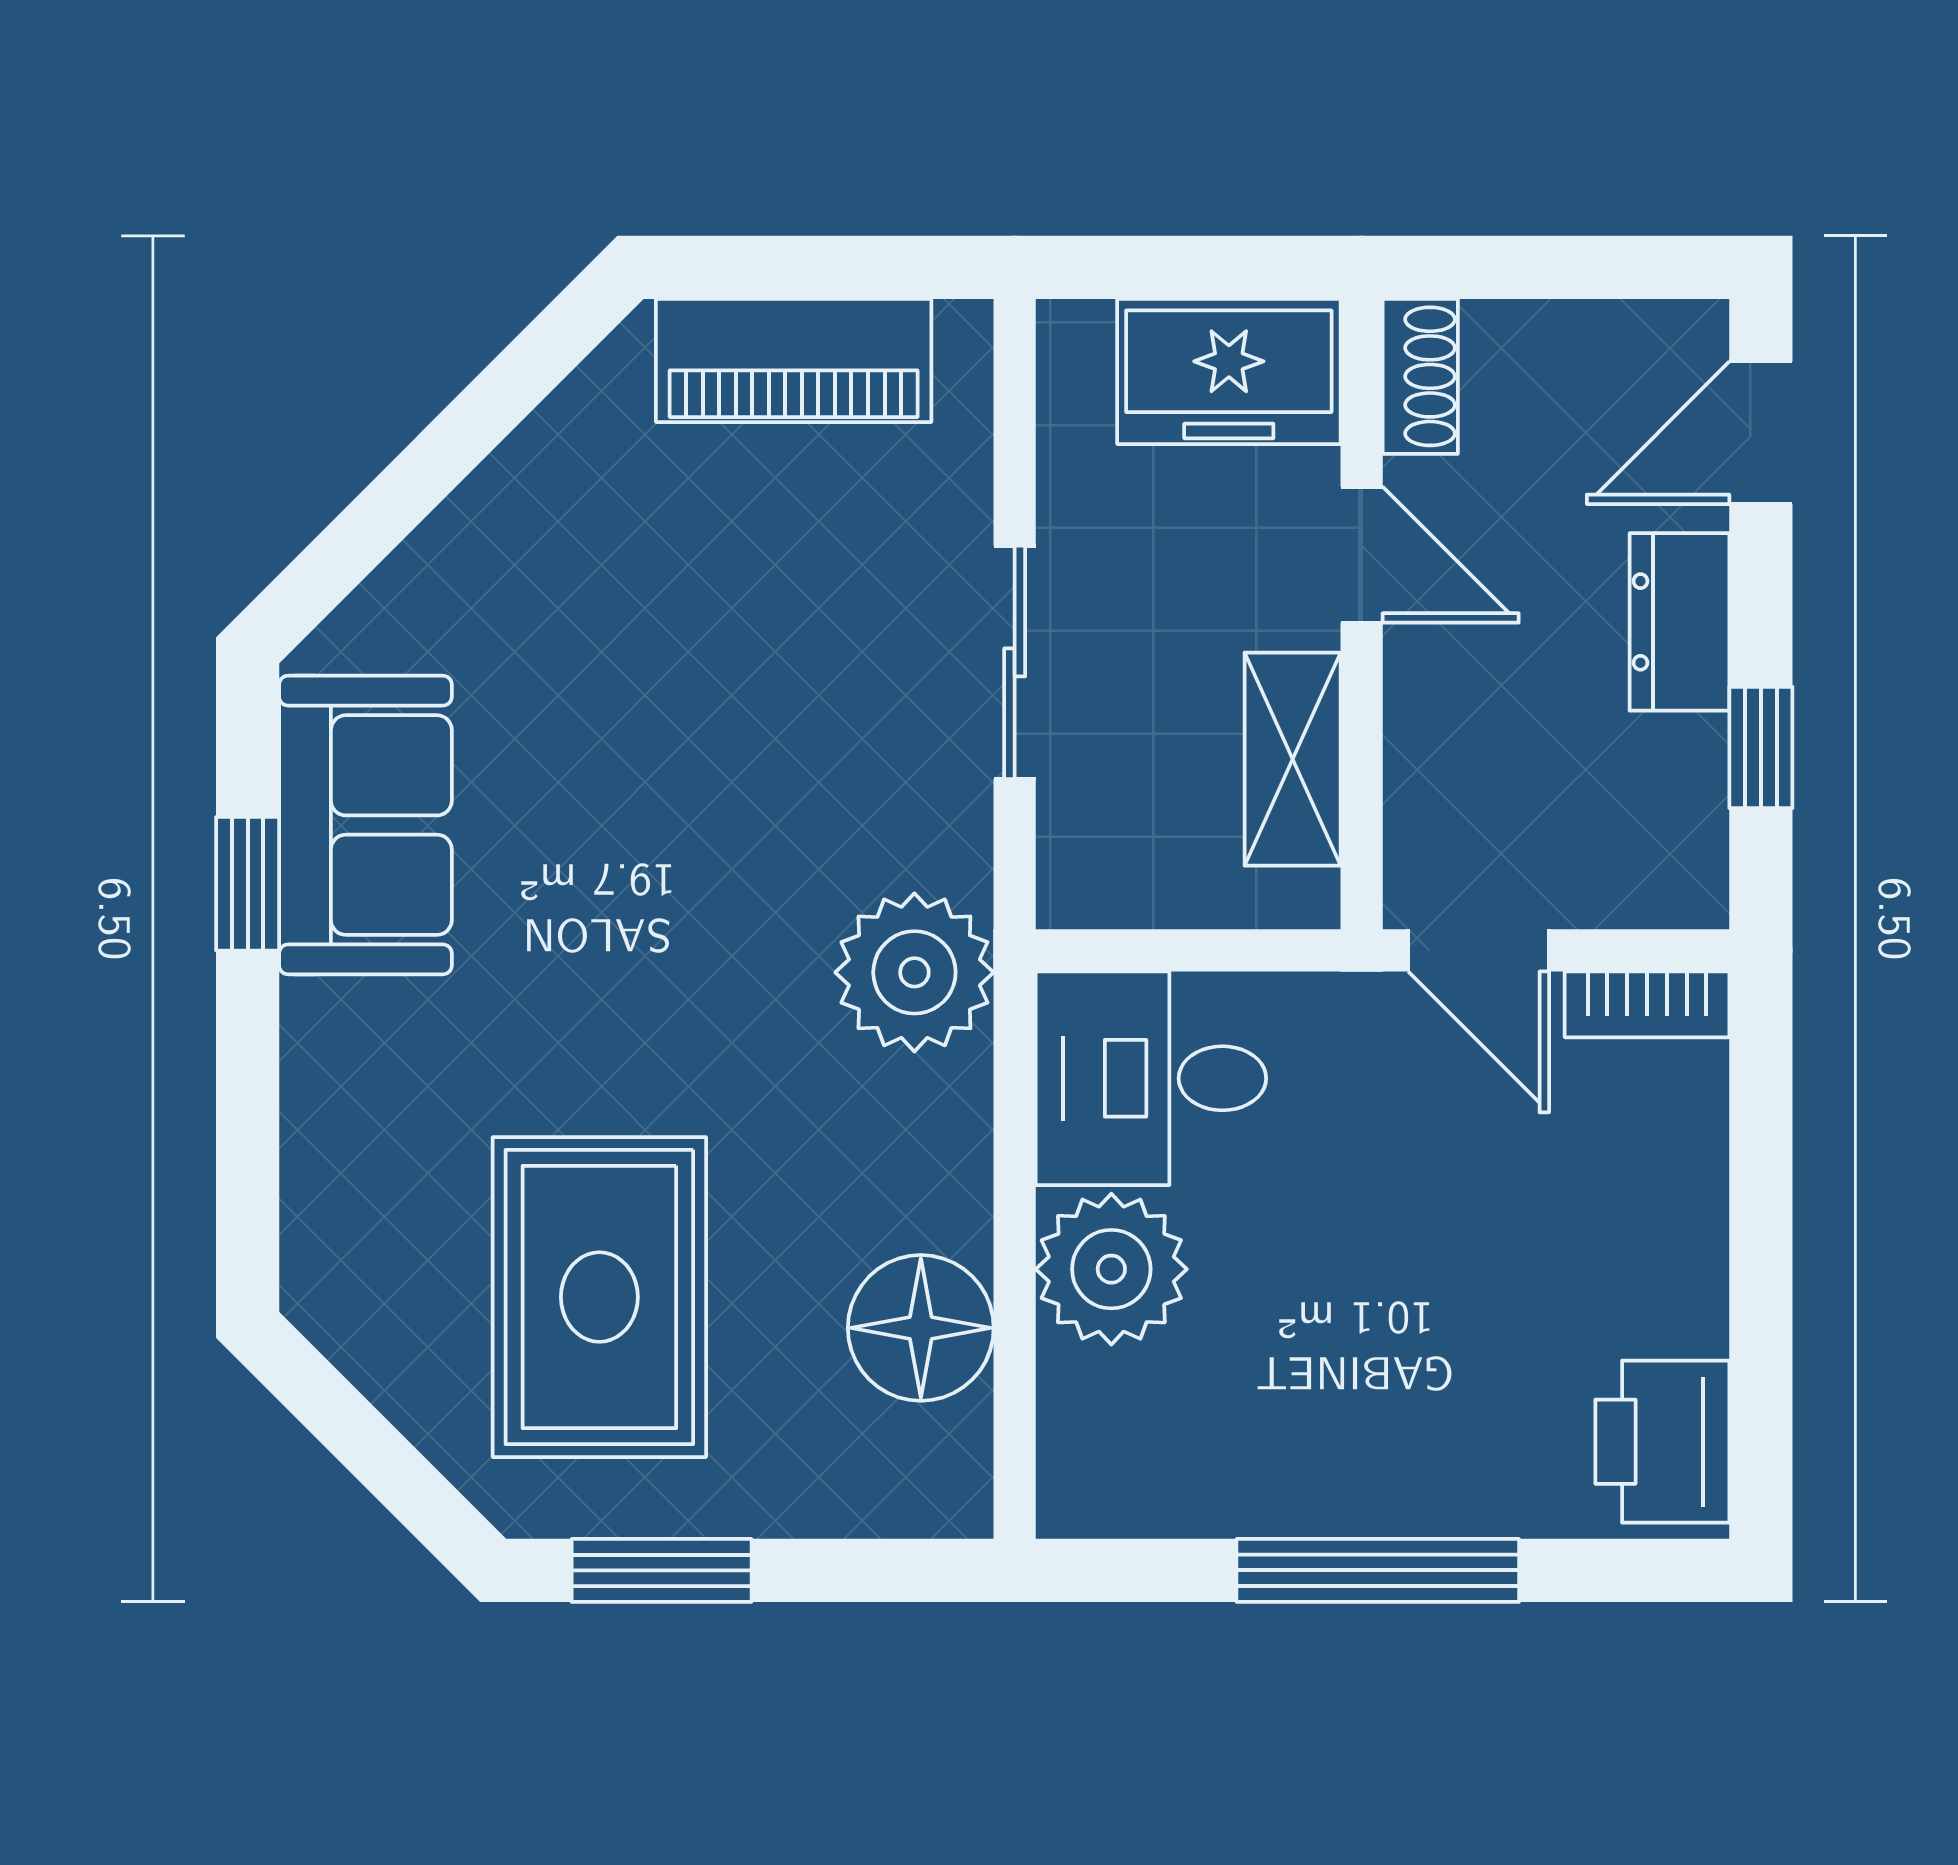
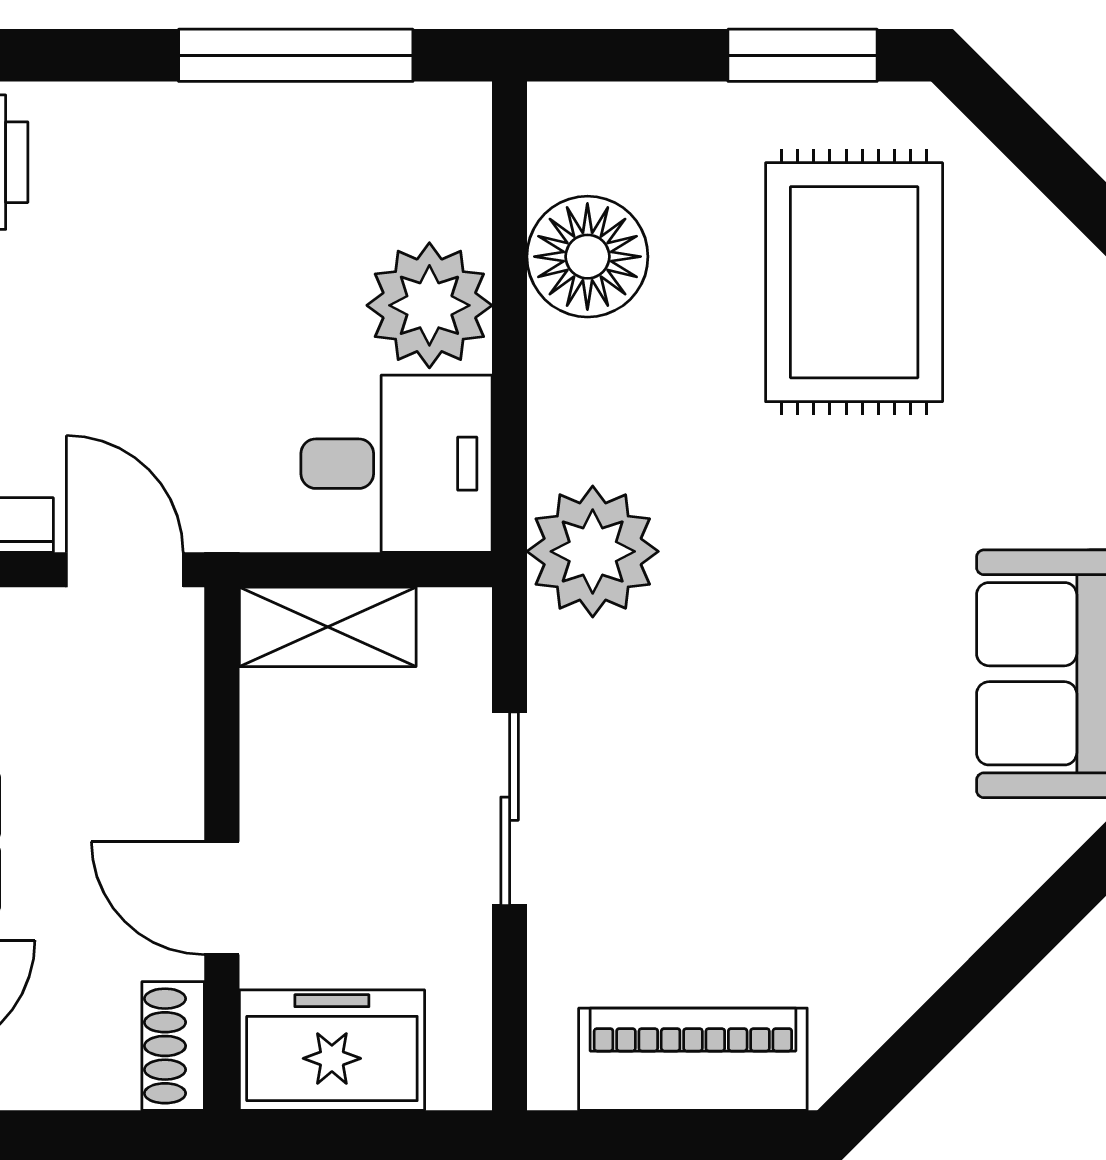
shelving: (1293, 759) -> (328, 627), moved, turned 90
window: (1378, 1570) -> (296, 55), moved

